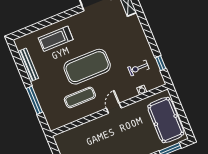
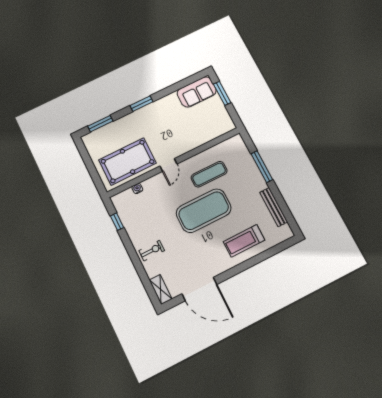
treadmill: (56, 39) -> (244, 241), turned 180
exercise bike: (138, 68) -> (152, 251), moved
pool table: (166, 120) -> (127, 161), moved, turned 90

